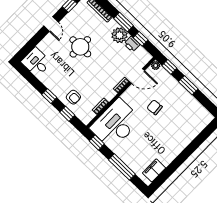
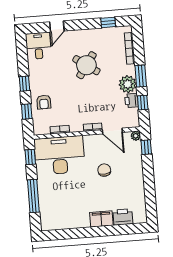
door: (51, 24) -> (57, 26), moved
round table: (80, 47) -> (86, 65), turned 35
window: (188, 85) -> (149, 176), removed
printer: (195, 128) -> (123, 217), added
filing cabinet: (154, 170) -> (101, 219), moved

